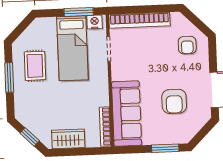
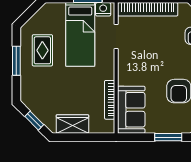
sofa: (127, 114) -> (131, 110), width x0.73
bookcase: (105, 127) -> (110, 100), moved

